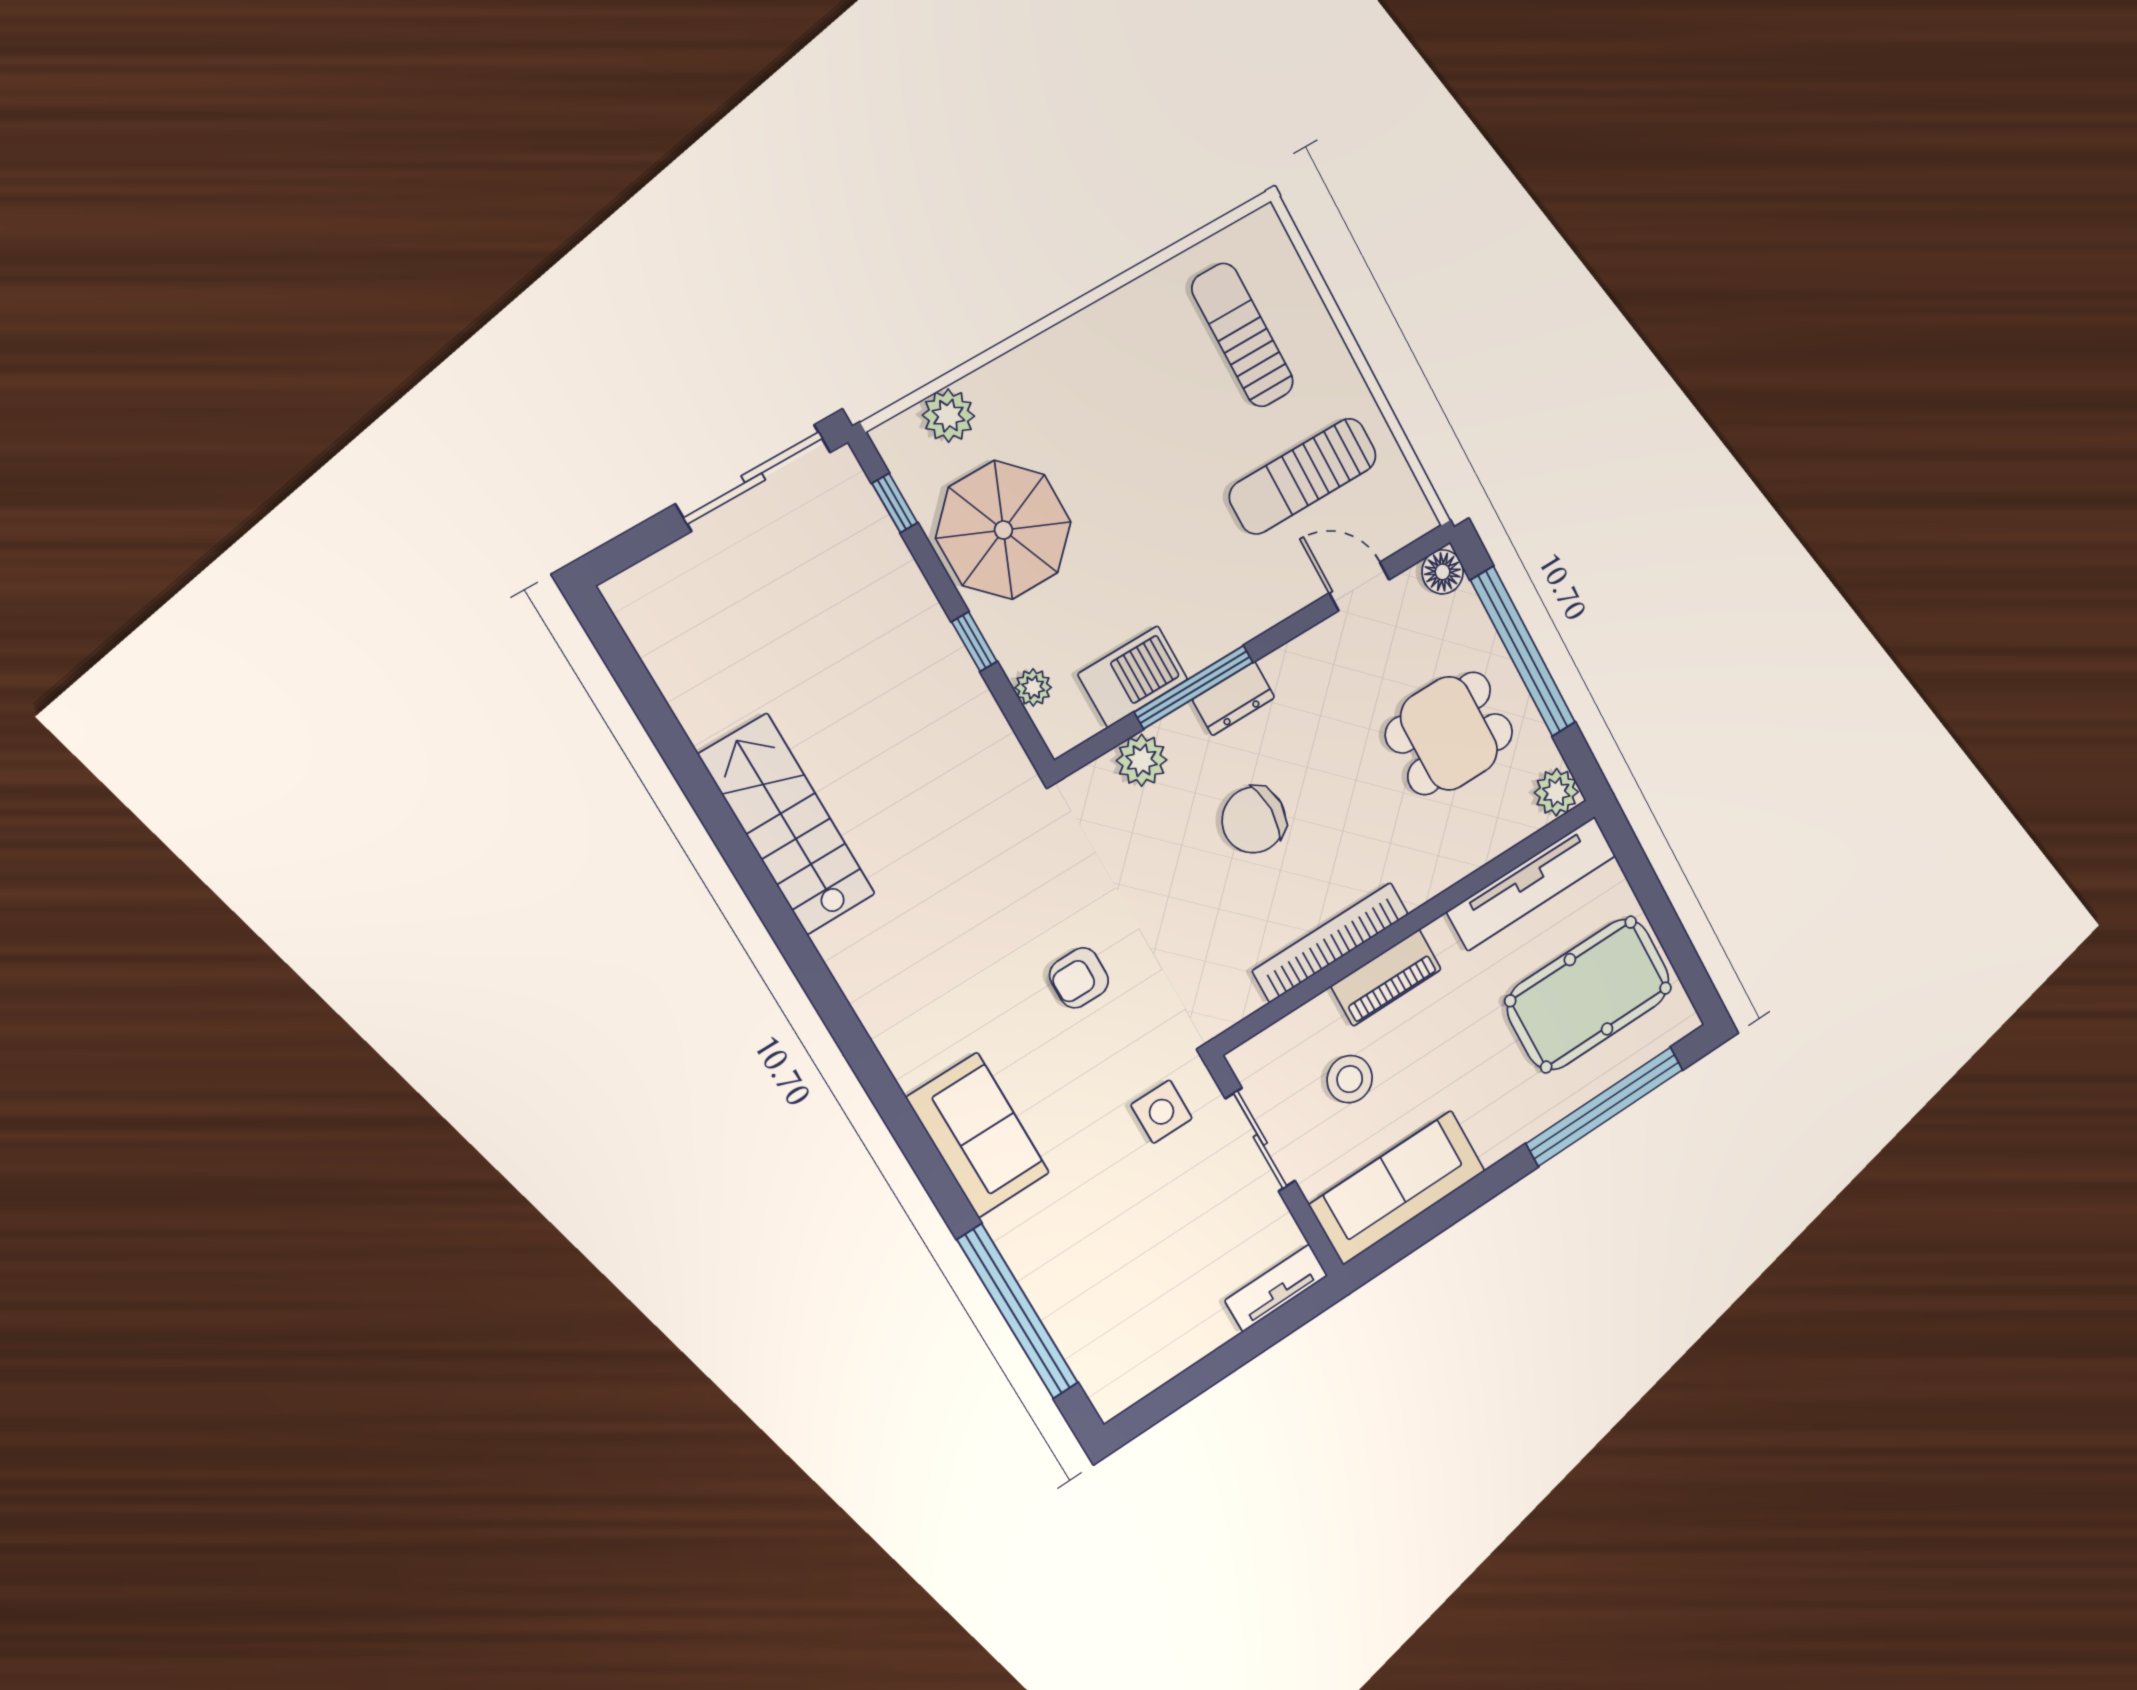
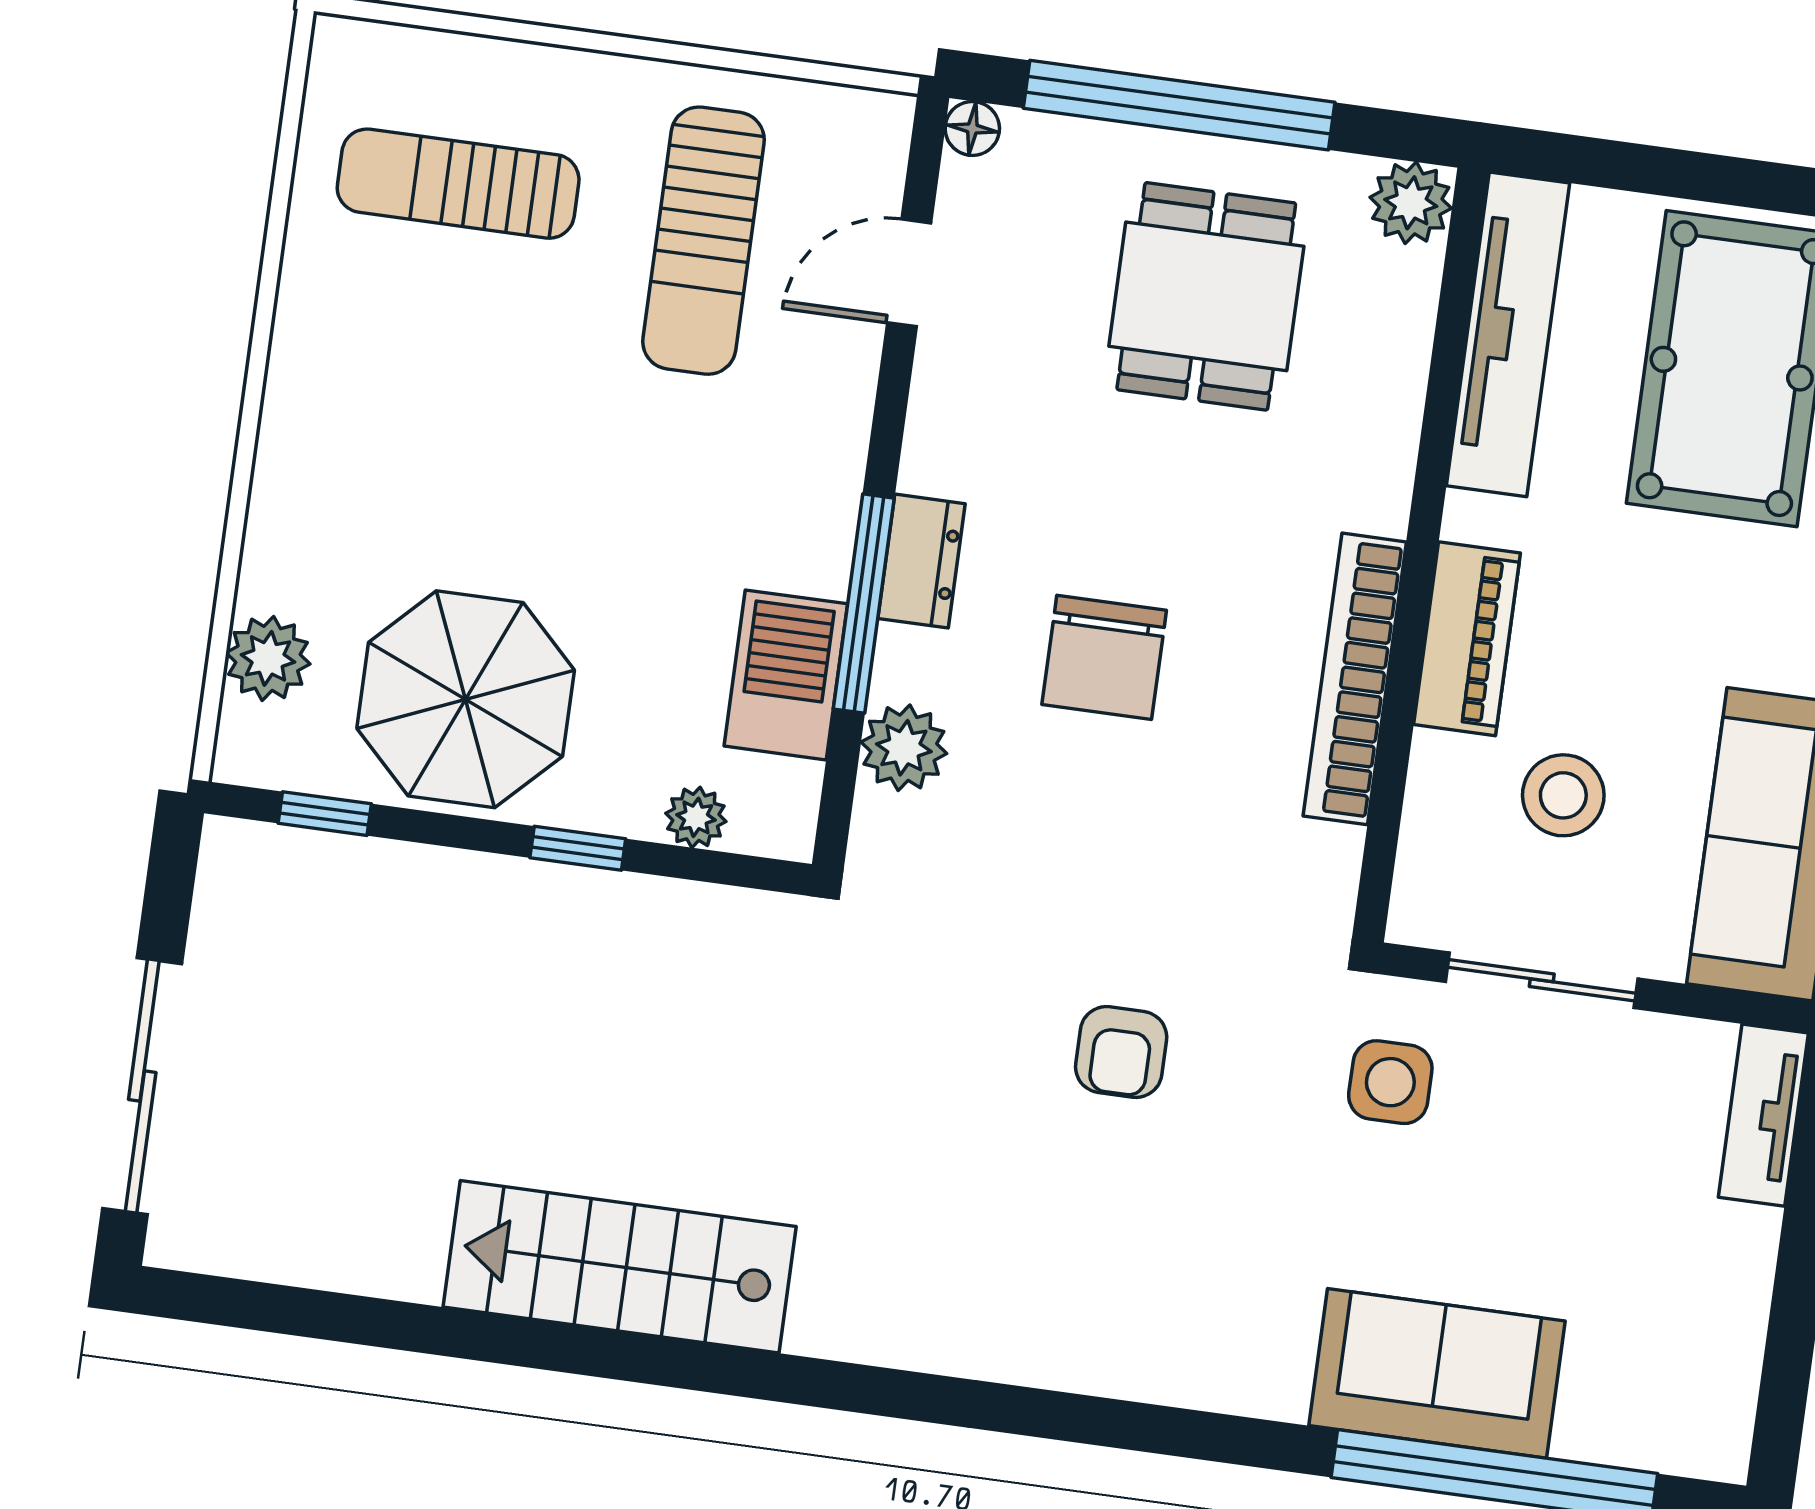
sliding door: (753, 478) -> (142, 1086), moved
floor lamp: (1443, 572) -> (972, 128), width x0.73, depth x0.73
sofa: (978, 1135) -> (1437, 1373), moved

